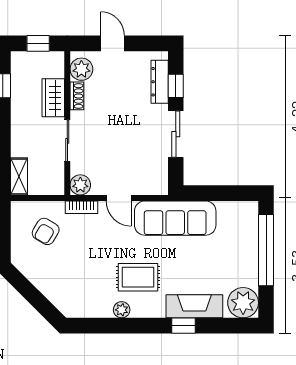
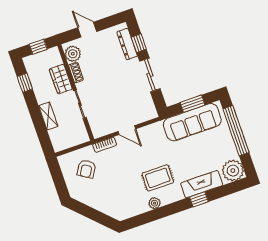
shelving: (19, 176) -> (48, 116), moved
plant: (80, 185) -> (99, 130), removed
window: (220, 193) -> (192, 104), added
sofa: (175, 218) -> (192, 122), moved

